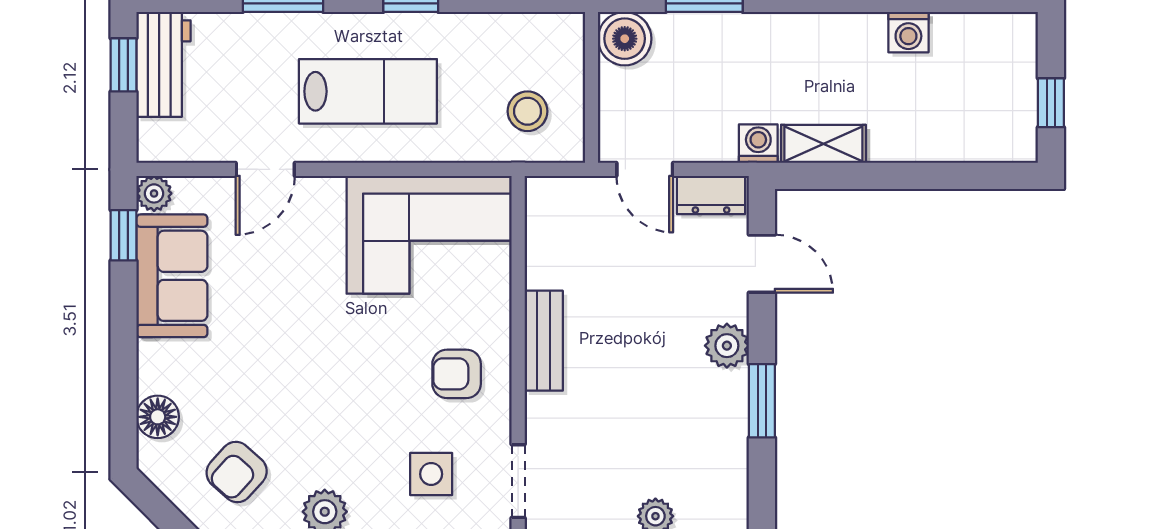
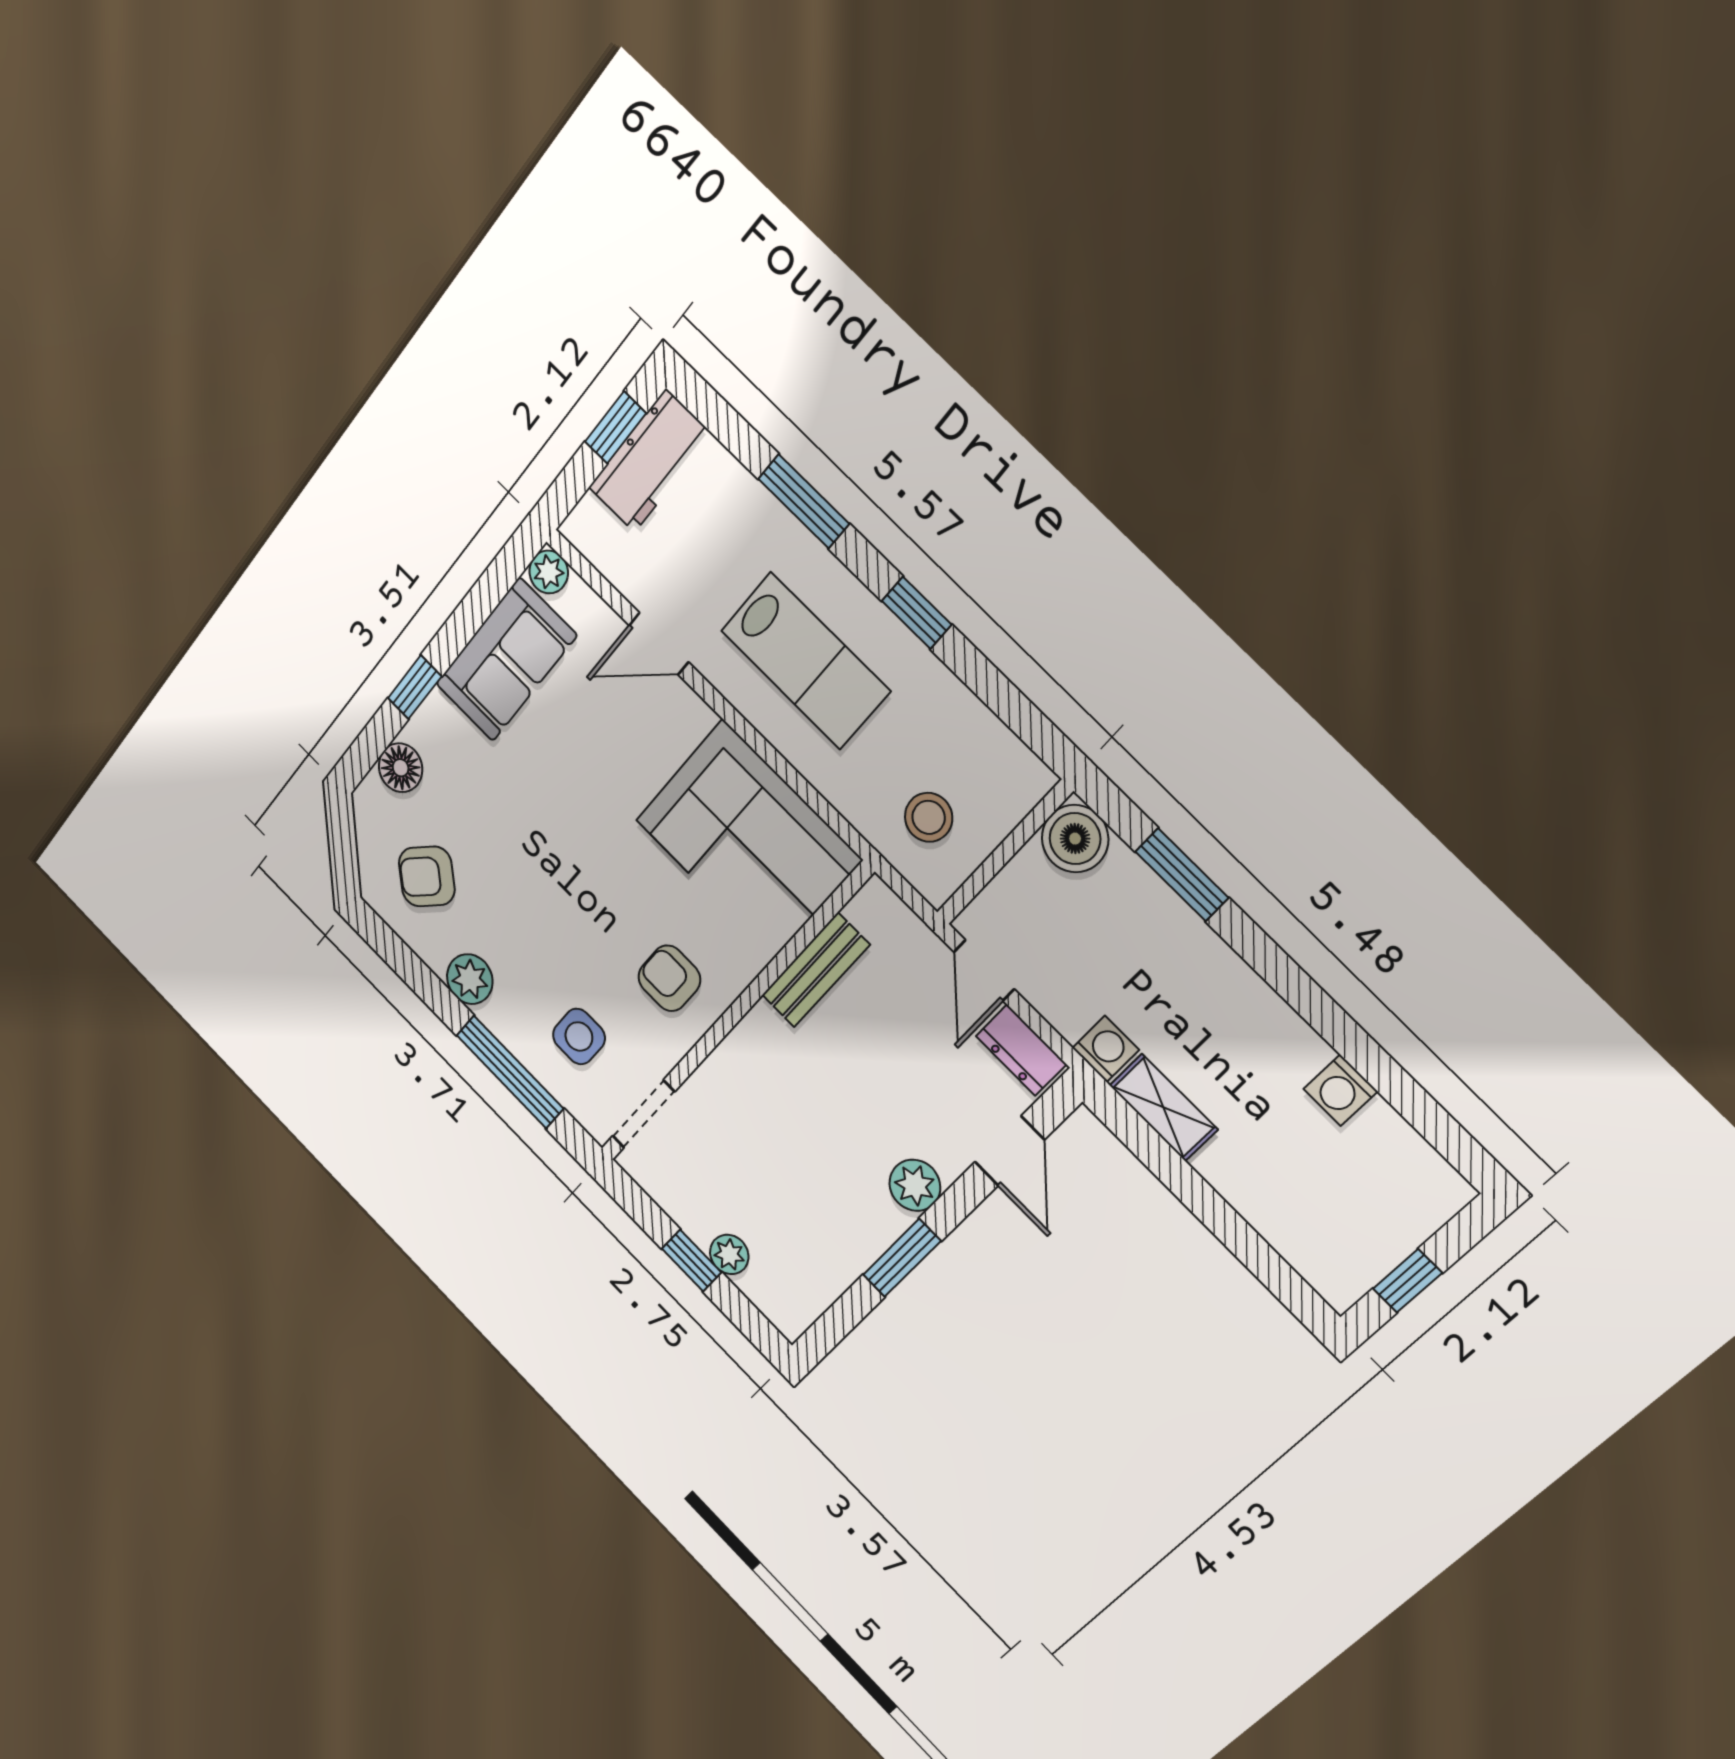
window: (123, 235) -> (415, 687), moved
bench: (544, 341) -> (816, 970), moved

